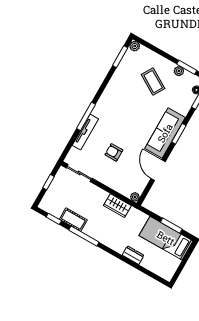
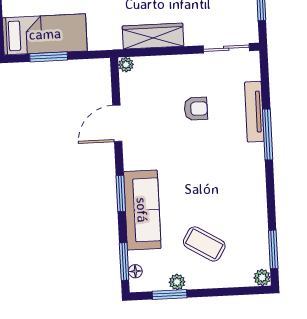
sofa: (165, 133) -> (142, 210), moved
door: (158, 170) -> (117, 123), swing flipped
wardrobe: (117, 206) -> (153, 36), width x1.50

